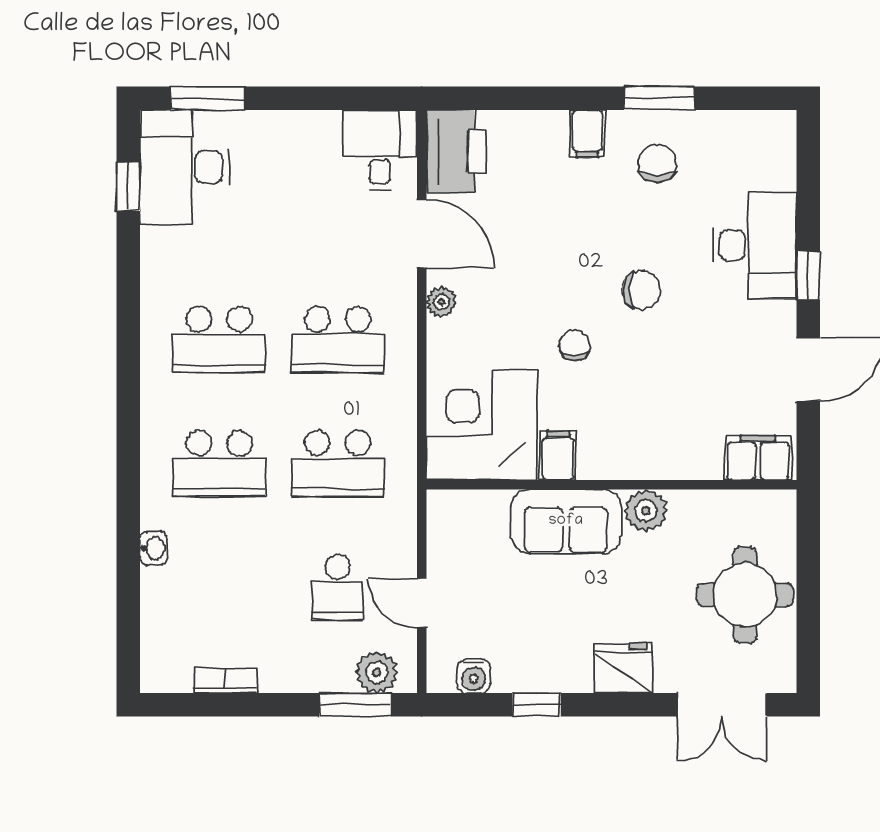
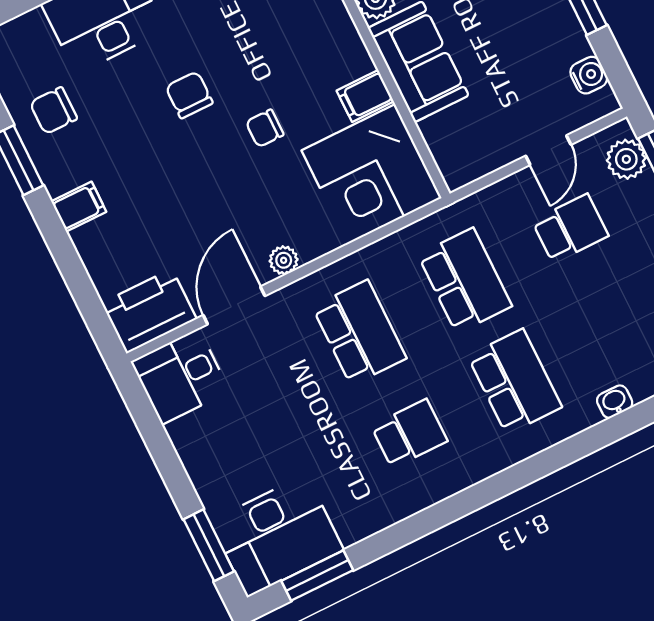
chair: (657, 164) -> (53, 111), moved
window: (128, 187) -> (317, 575), width x1.50
school desk: (219, 340) -> (409, 434), width x0.54

